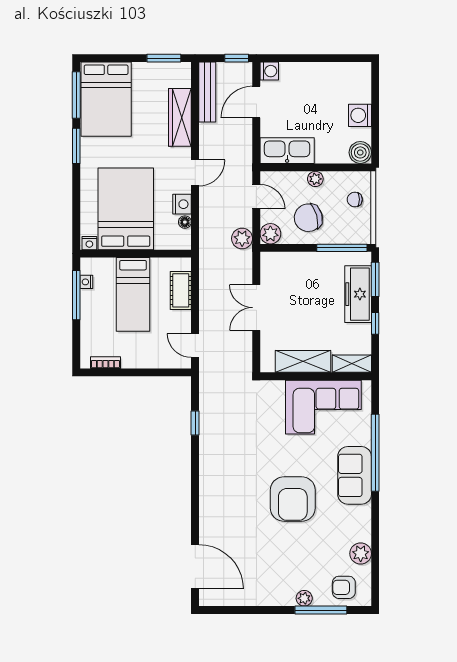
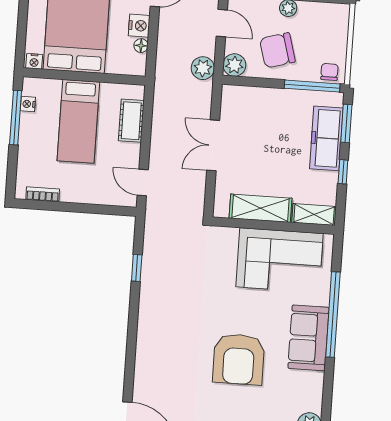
chair: (355, 199) -> (329, 72), moved, turned 90

